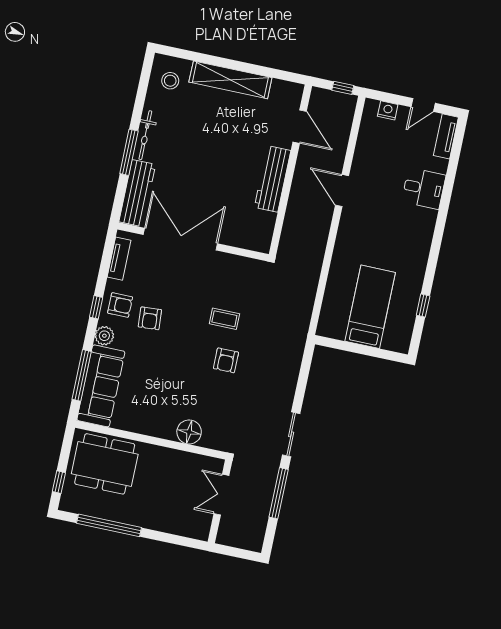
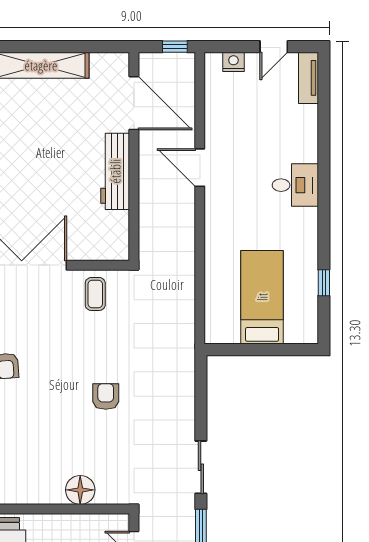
door: (300, 127) -> (134, 103), width x1.36
desk: (424, 188) -> (295, 185), moved
coffee table: (224, 319) -> (95, 294), moved, turned 90
armchair: (226, 360) -> (106, 396), turned 180

